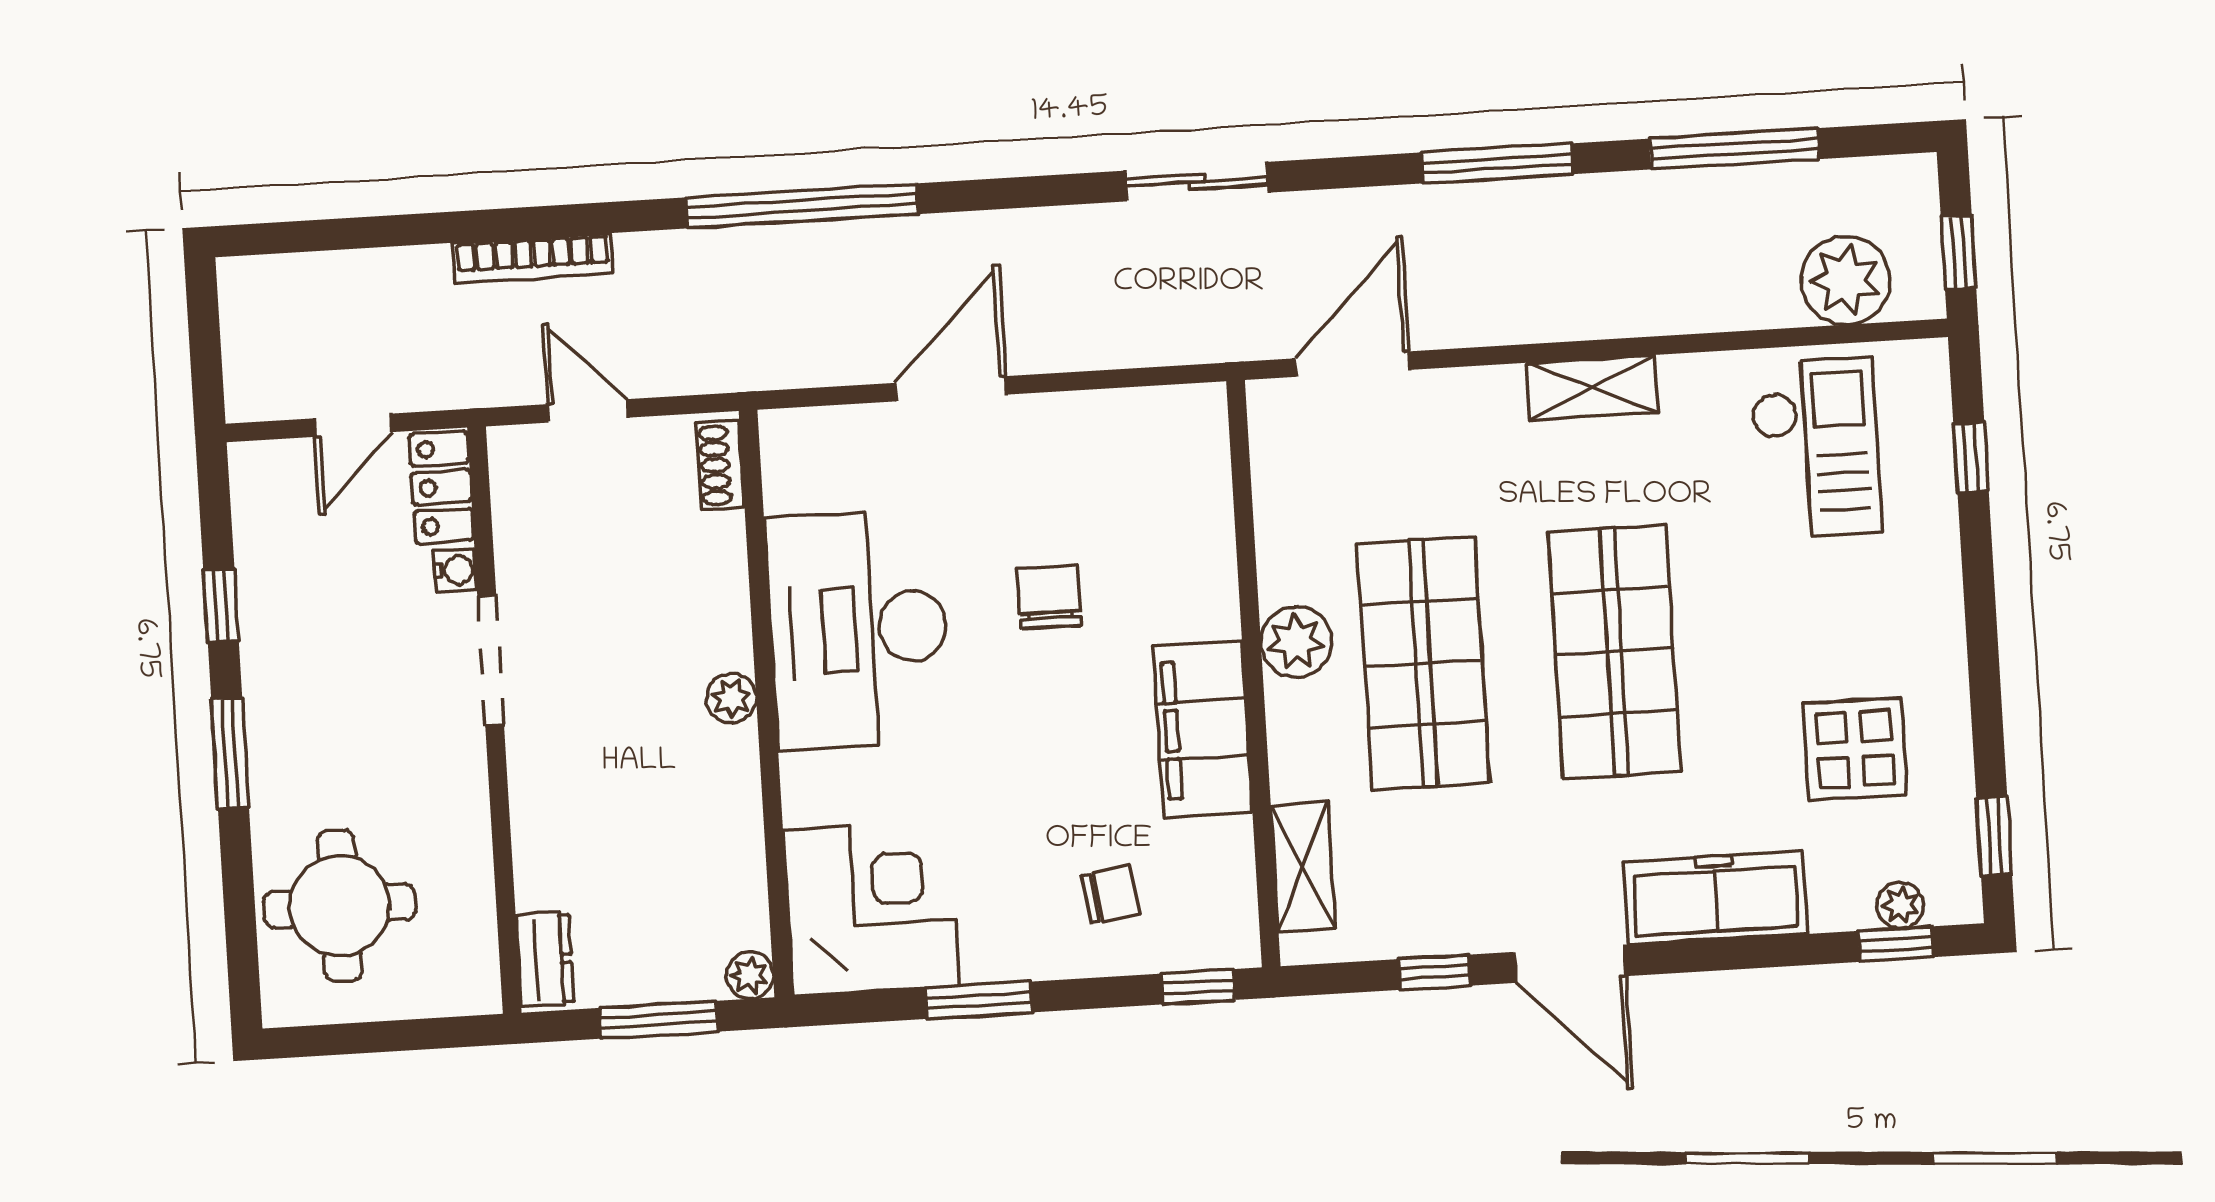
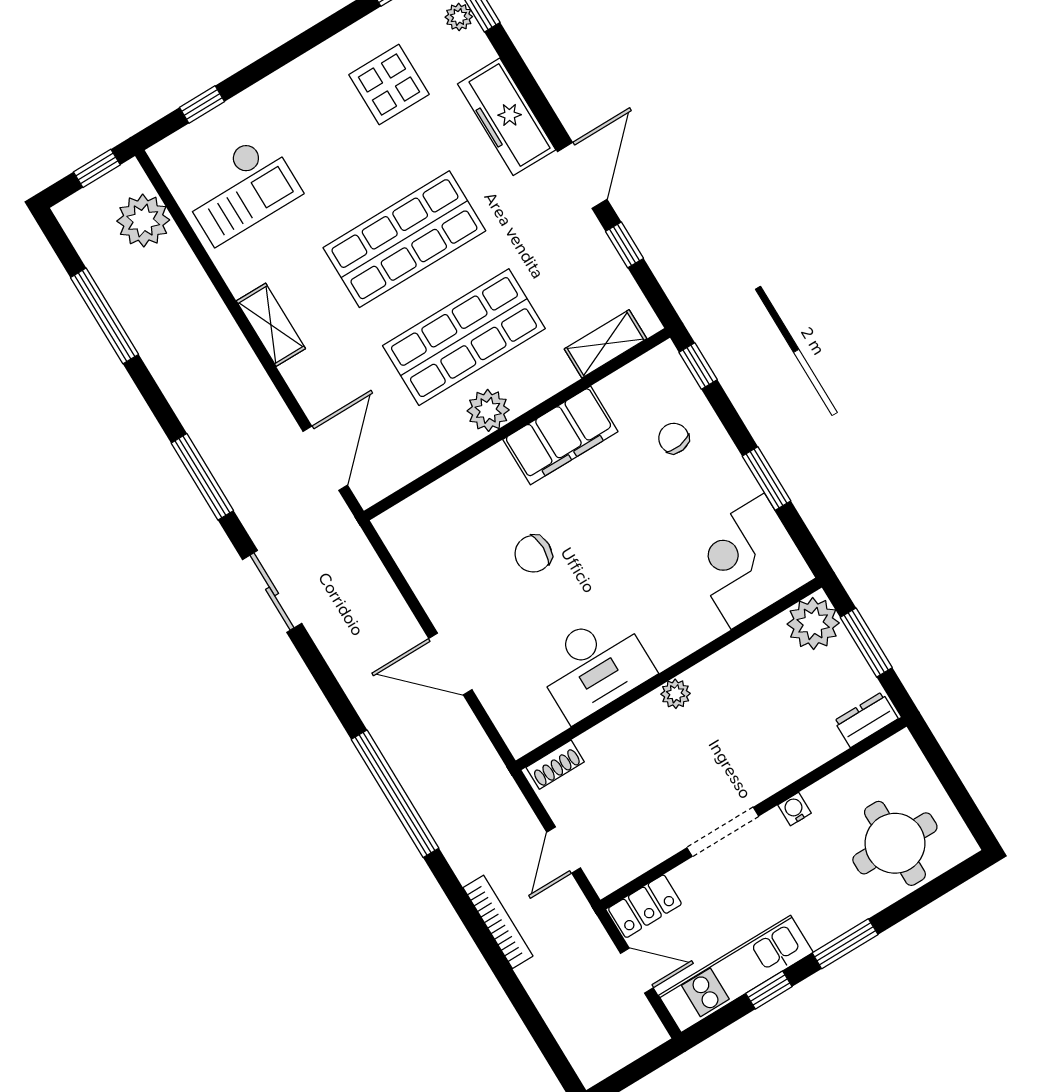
window: (1497, 163) -> (202, 477), moved
door: (1352, 364) -> (325, 458), swing flipped
checkout: (1816, 448) -> (240, 189), turned 180
kitchen unit: (271, 569) -> (736, 974), added
water cooler: (455, 570) -> (795, 809), moved
desk: (858, 629) -> (594, 666), width x0.73, depth x0.77
plant: (750, 975) -> (813, 624), width x1.87, depth x1.87

